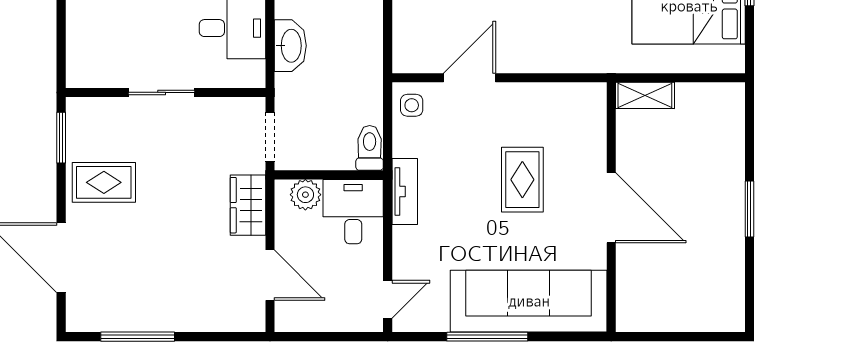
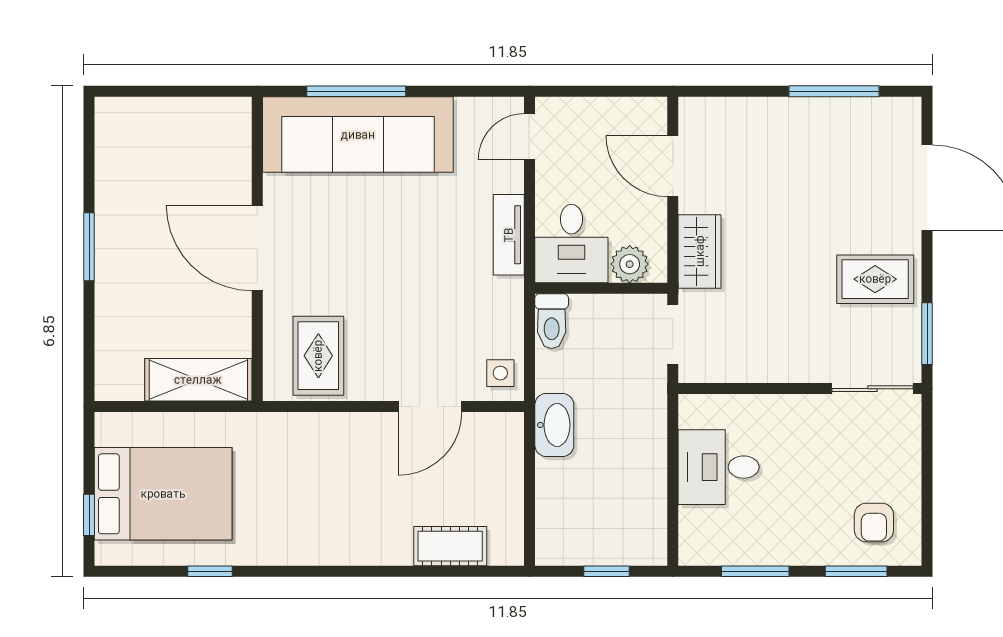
washbasin: (290, 46) -> (554, 425), moved, turned 180
sliding door: (162, 92) -> (873, 389), moved
shelving: (645, 95) -> (198, 380), width x1.50, depth x1.33
rug: (522, 180) -> (318, 356), moved
tv unit: (405, 192) -> (509, 235), moved
window: (487, 337) -> (356, 91), moved

